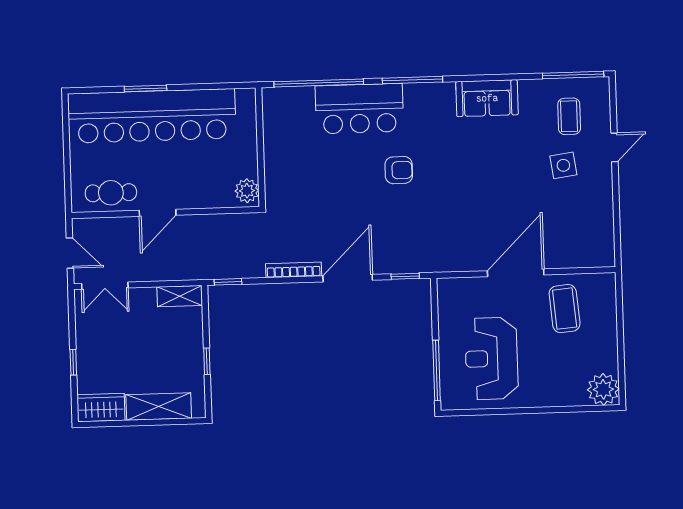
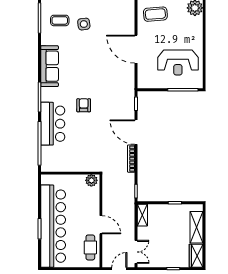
sofa: (487, 98) -> (50, 66), width x1.36
coffee table: (565, 309) -> (155, 14), moved

